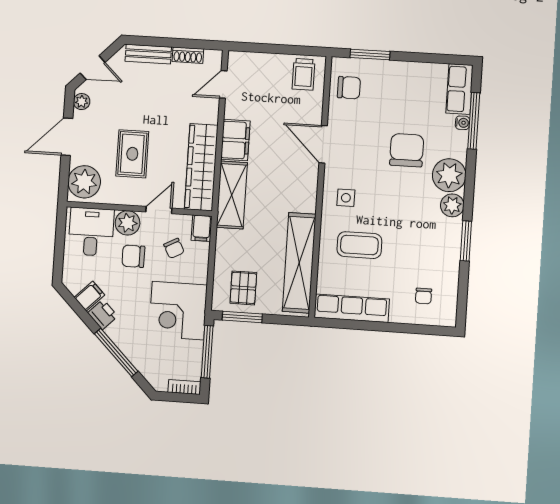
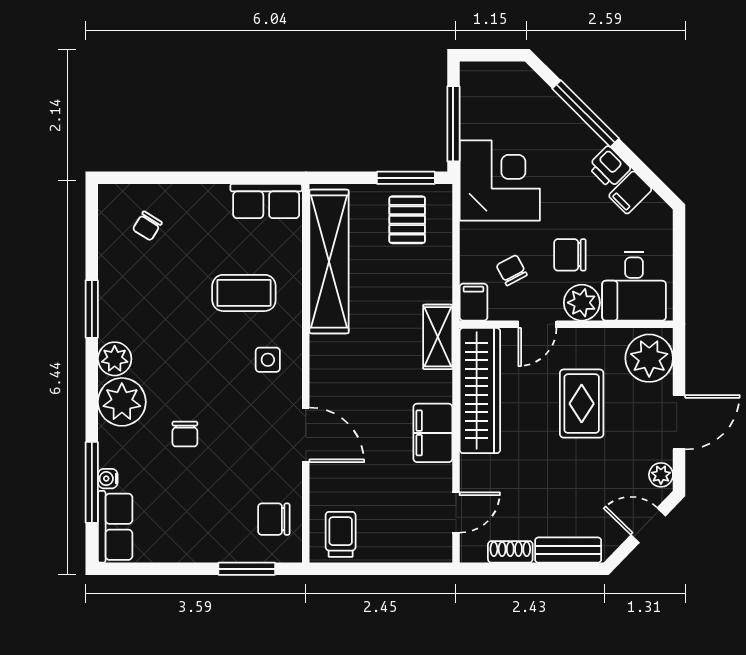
chair: (407, 150) -> (185, 434), width x0.54, depth x0.54
shelving: (232, 195) -> (438, 337), width x0.67, depth x0.75
chair: (133, 256) -> (570, 255), turned 180
chair: (424, 296) -> (147, 226), turned -148
row of seats: (352, 308) -> (266, 201), width x0.68
bookcase: (184, 387) -> (483, 71), removed

